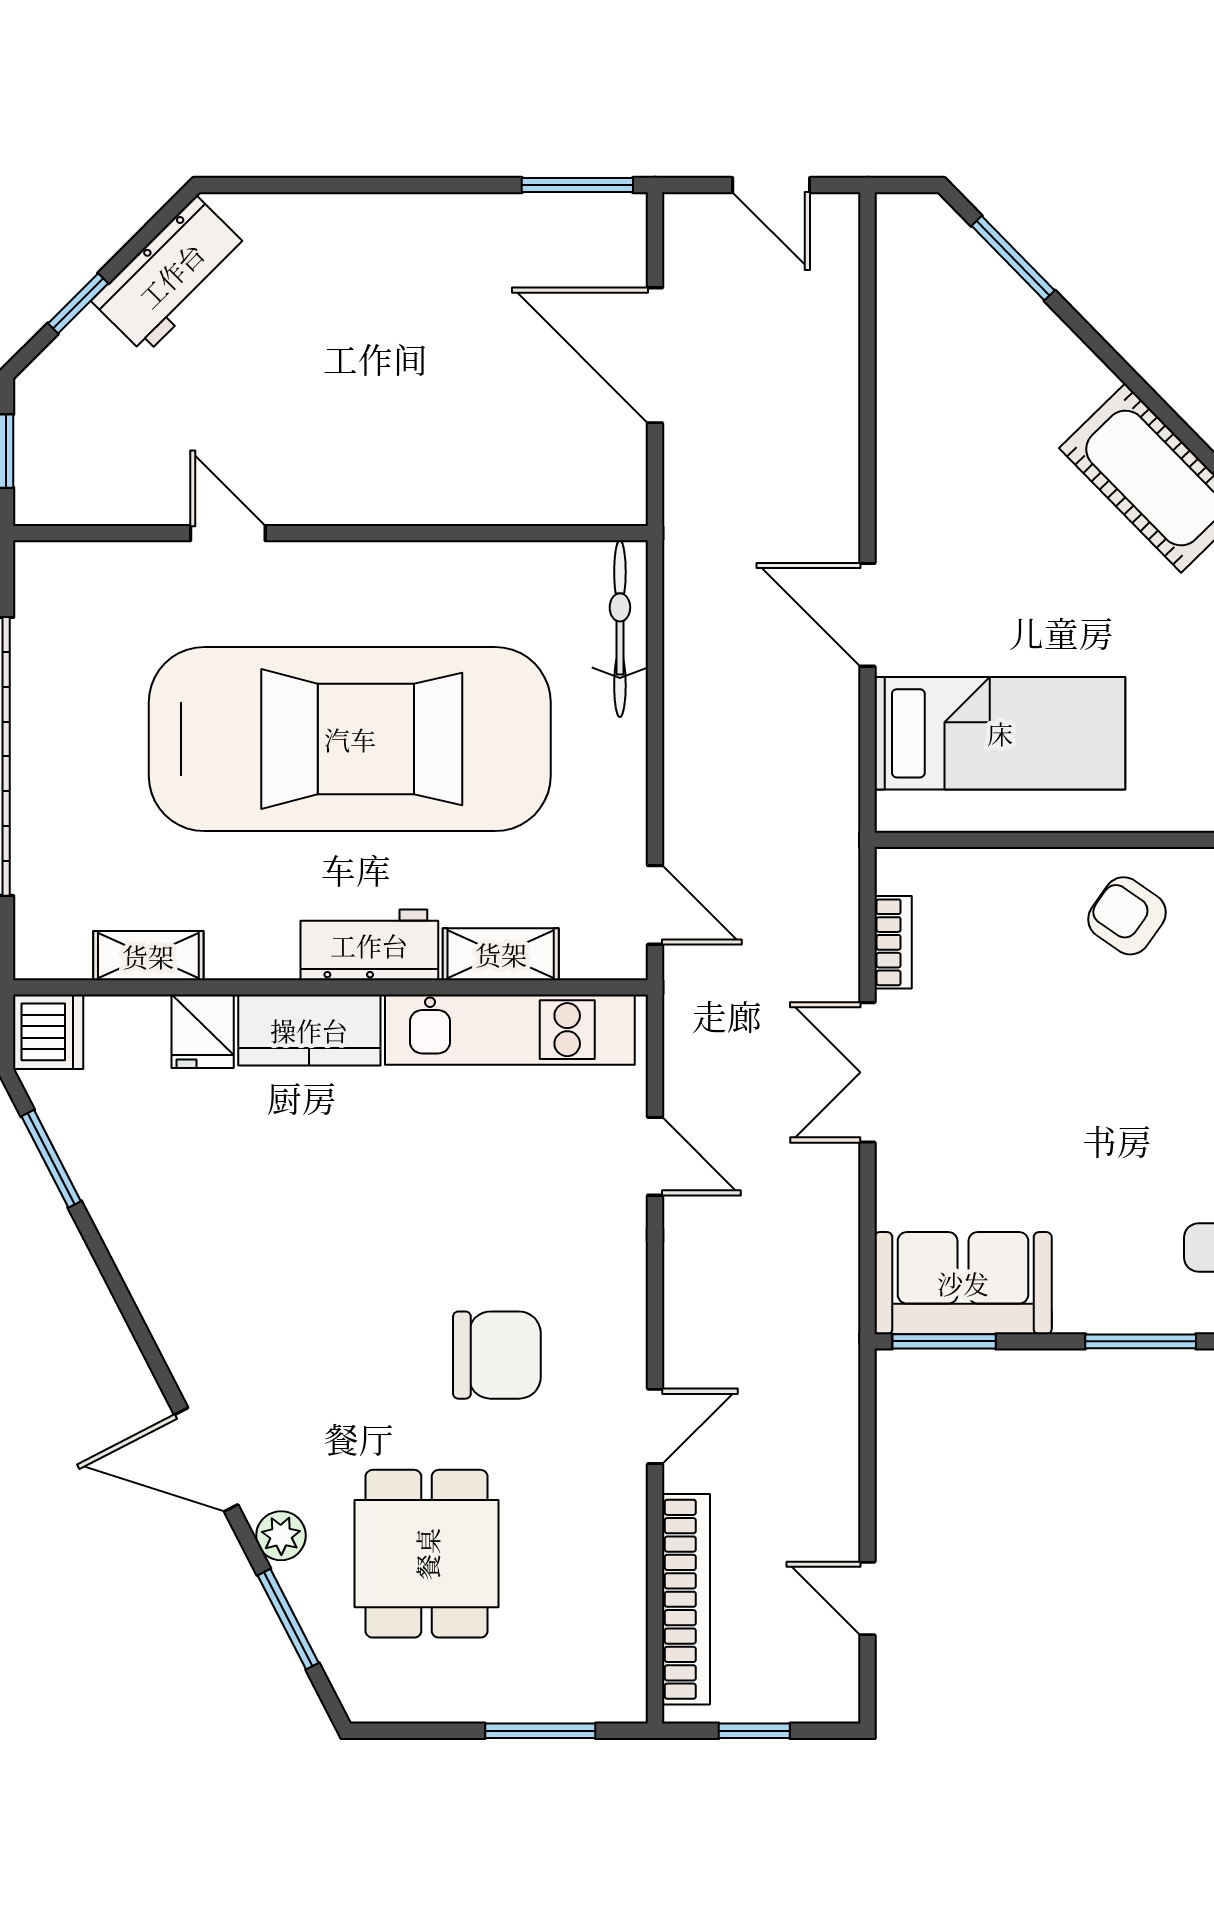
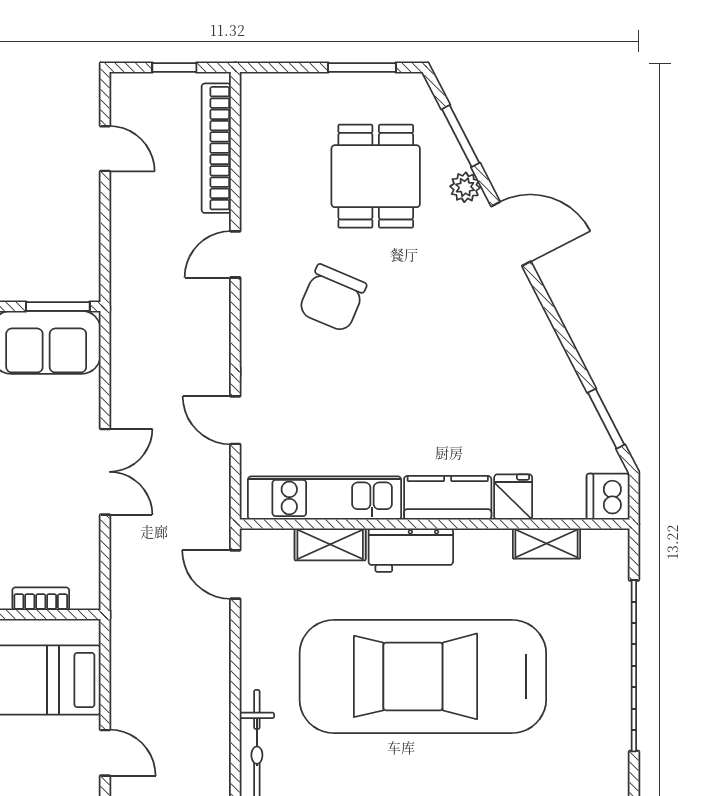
door: (867, 615) -> (105, 753), width x0.73
bookcase: (893, 942) -> (41, 599), moved, turned 90
chair: (497, 1355) -> (332, 298), turned -67
window: (540, 1731) -> (362, 67), moved

